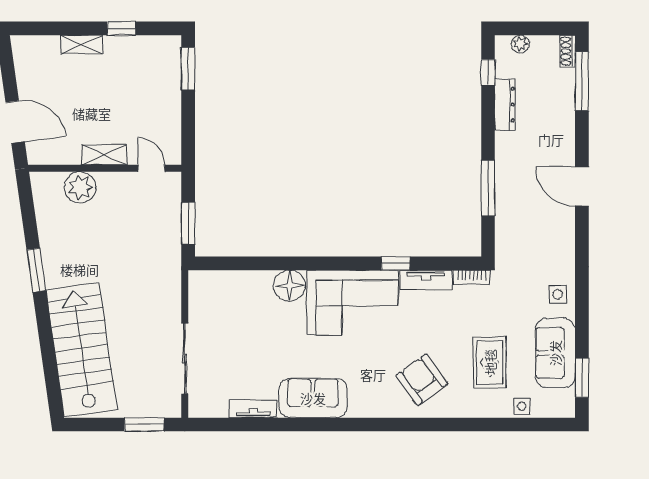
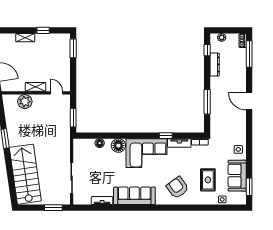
floor lamp: (248, 280) -> (100, 143), added
sofa: (313, 398) -> (134, 196), width x1.36

